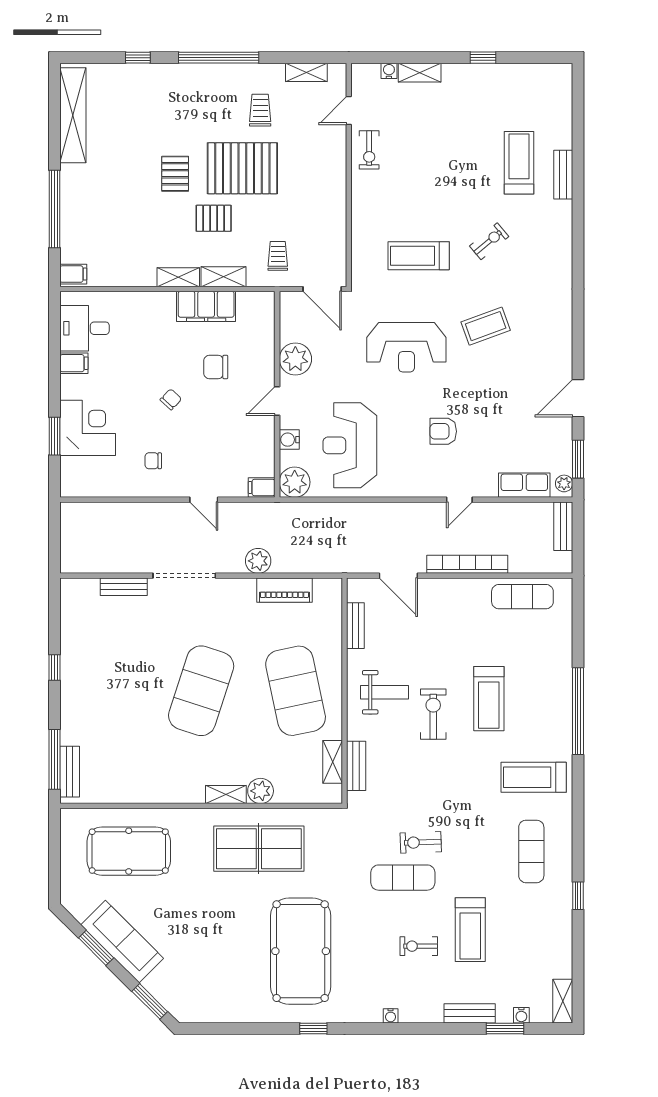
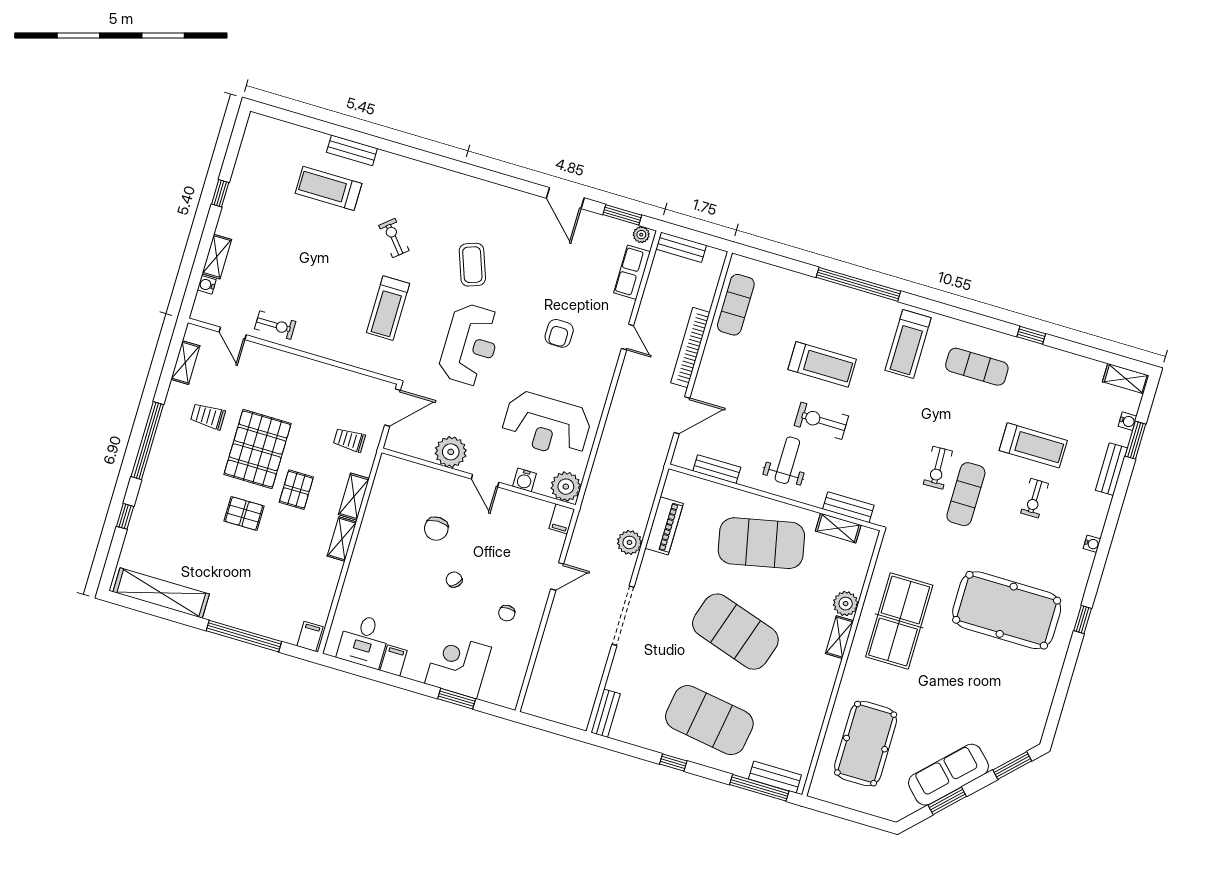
filing cabinet: (206, 306) -> (377, 521), removed
bench: (124, 587) -> (606, 713), moved
exercise mat: (107, 691) -> (709, 720), added

